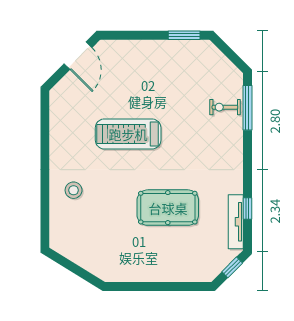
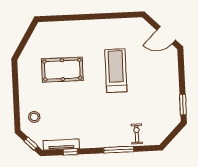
window: (247, 108) -> (119, 150), moved
stool: (74, 190) -> (34, 117), moved
pool table: (168, 208) -> (62, 70), moved, turned 90

